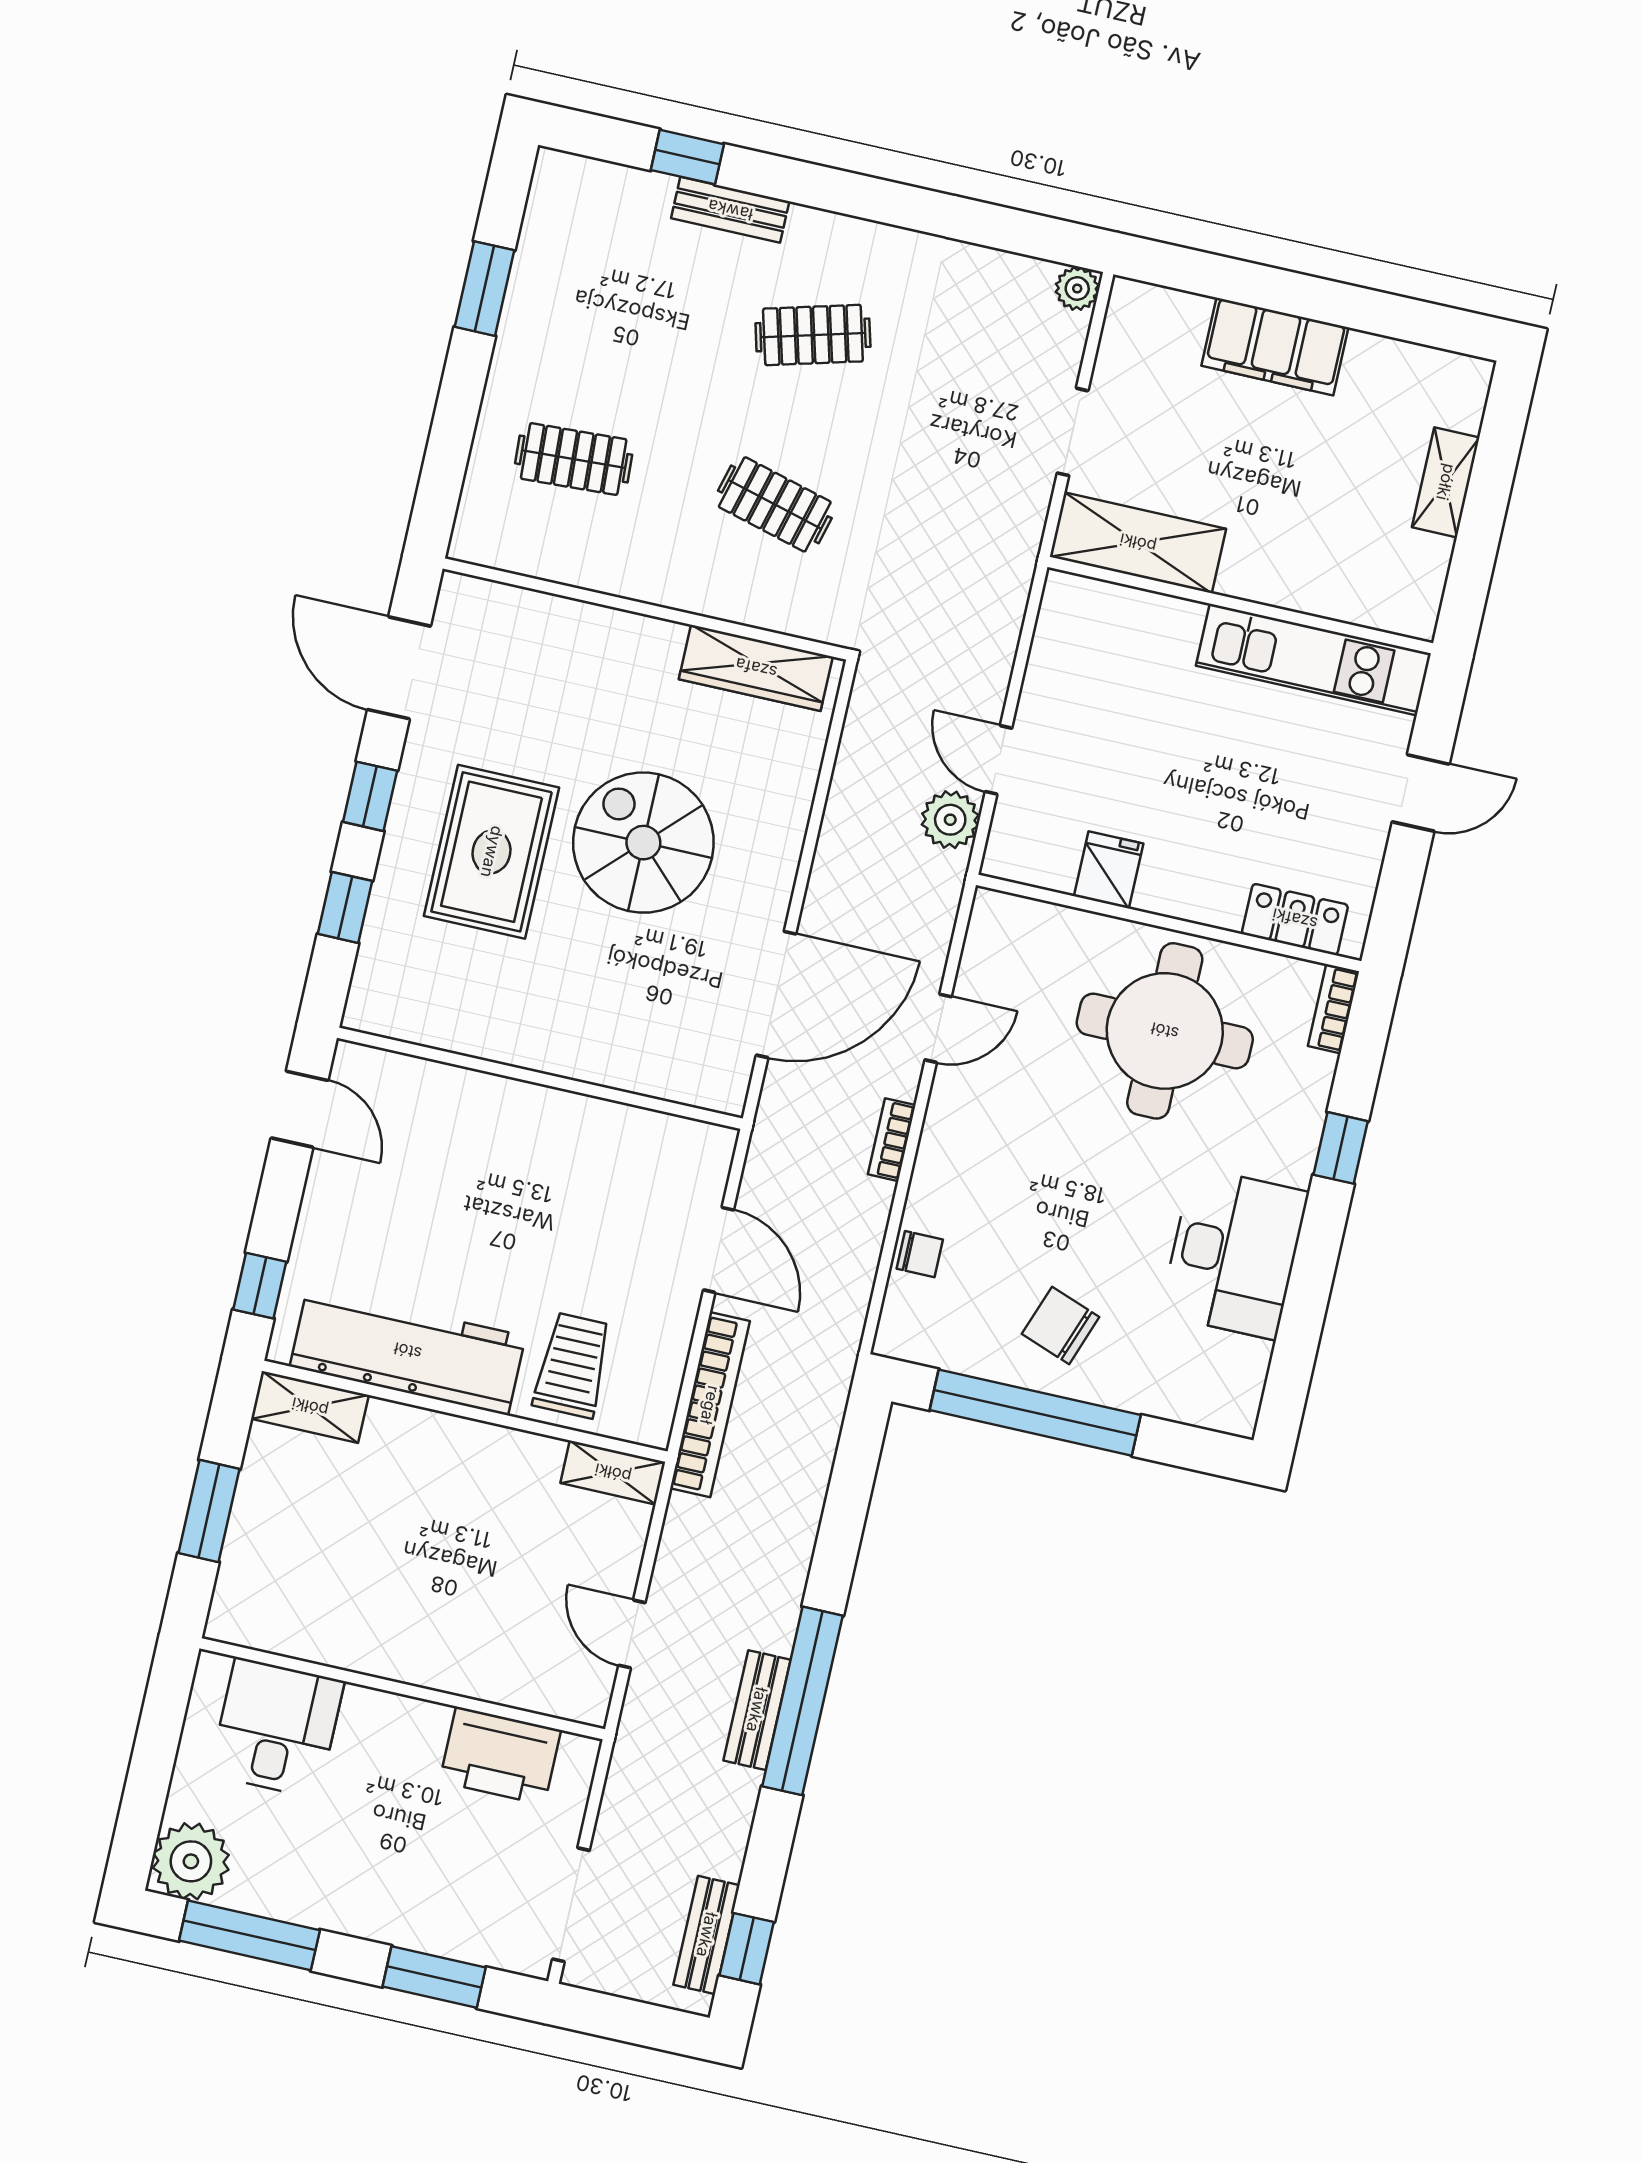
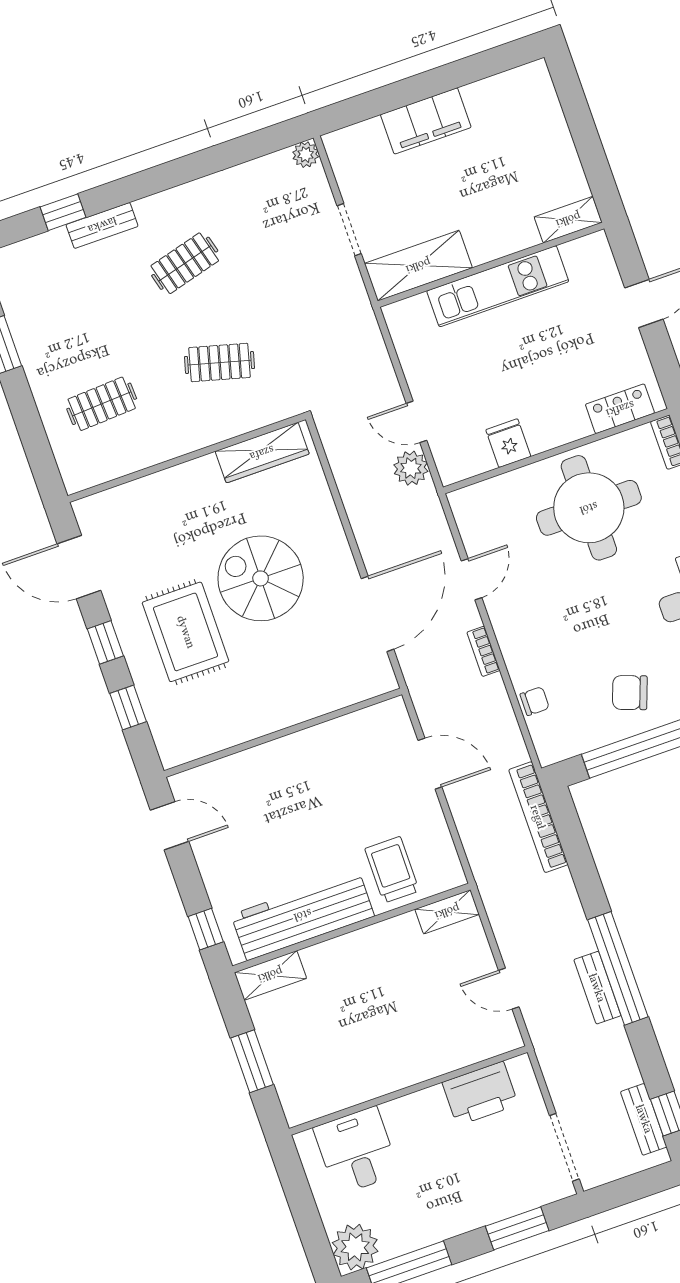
shelving: (1446, 482) -> (568, 220), moved, turned 90
kitchen unit: (1313, 660) -> (498, 286), moved
bookcase: (710, 1405) -> (538, 817), moved, turned 180

